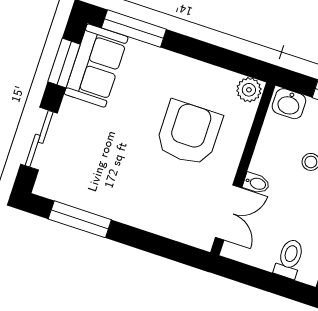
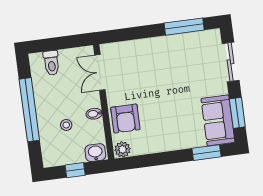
window: (134, 29) -> (207, 153), width x0.69
armchair: (189, 133) -> (125, 118), moved, width x0.73, depth x0.73
bidet: (256, 183) -> (94, 114), moved

